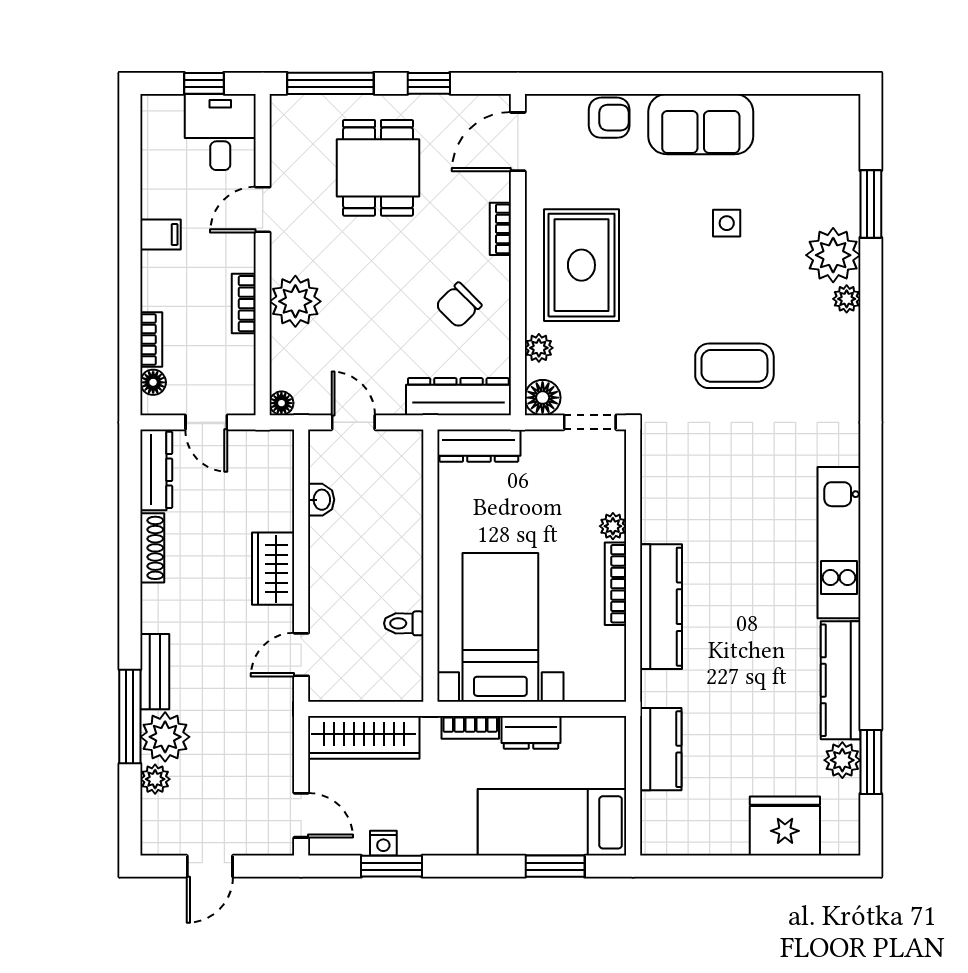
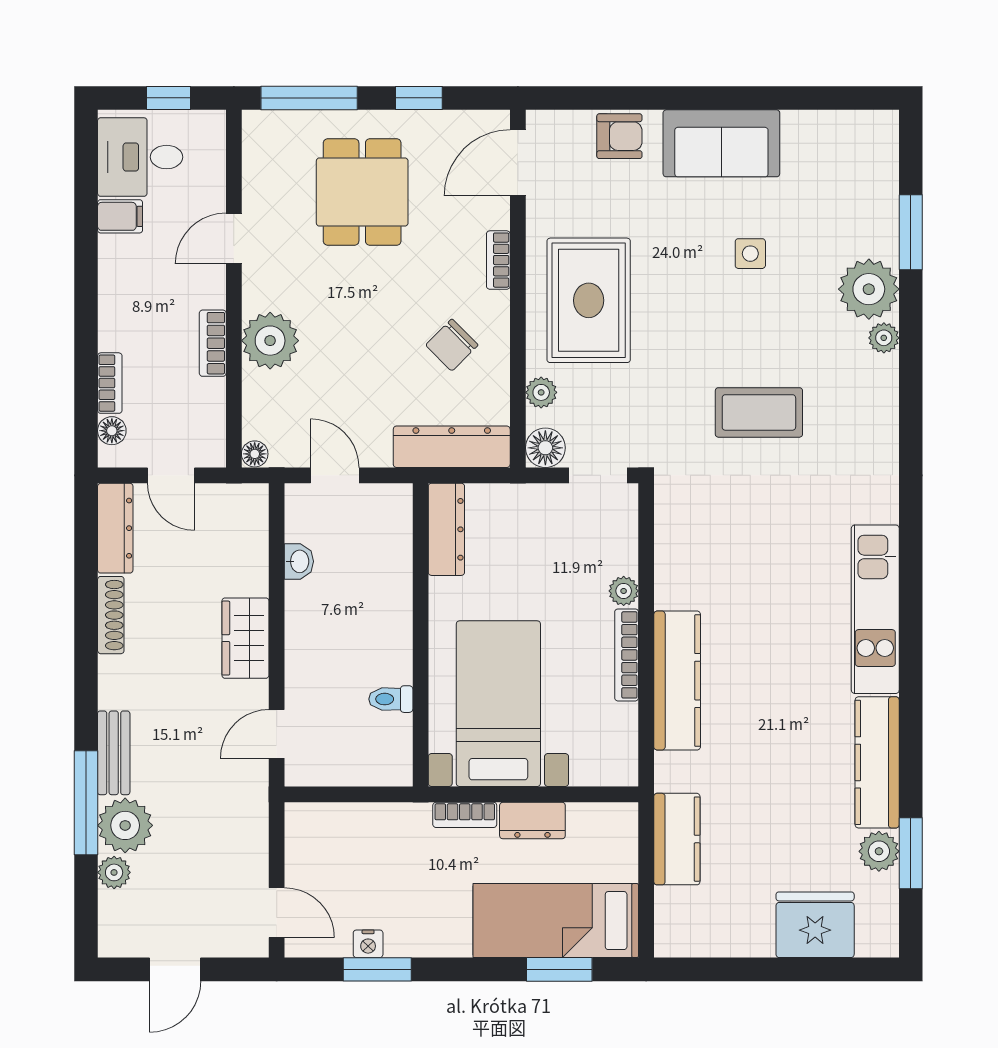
desk: (220, 132) -> (140, 157), moved, turned -90
filing cabinet: (161, 235) -> (120, 216), moved
dresser: (479, 446) -> (446, 529), moved, turned -90
wardrobe: (364, 737) -> (346, 826), removed

